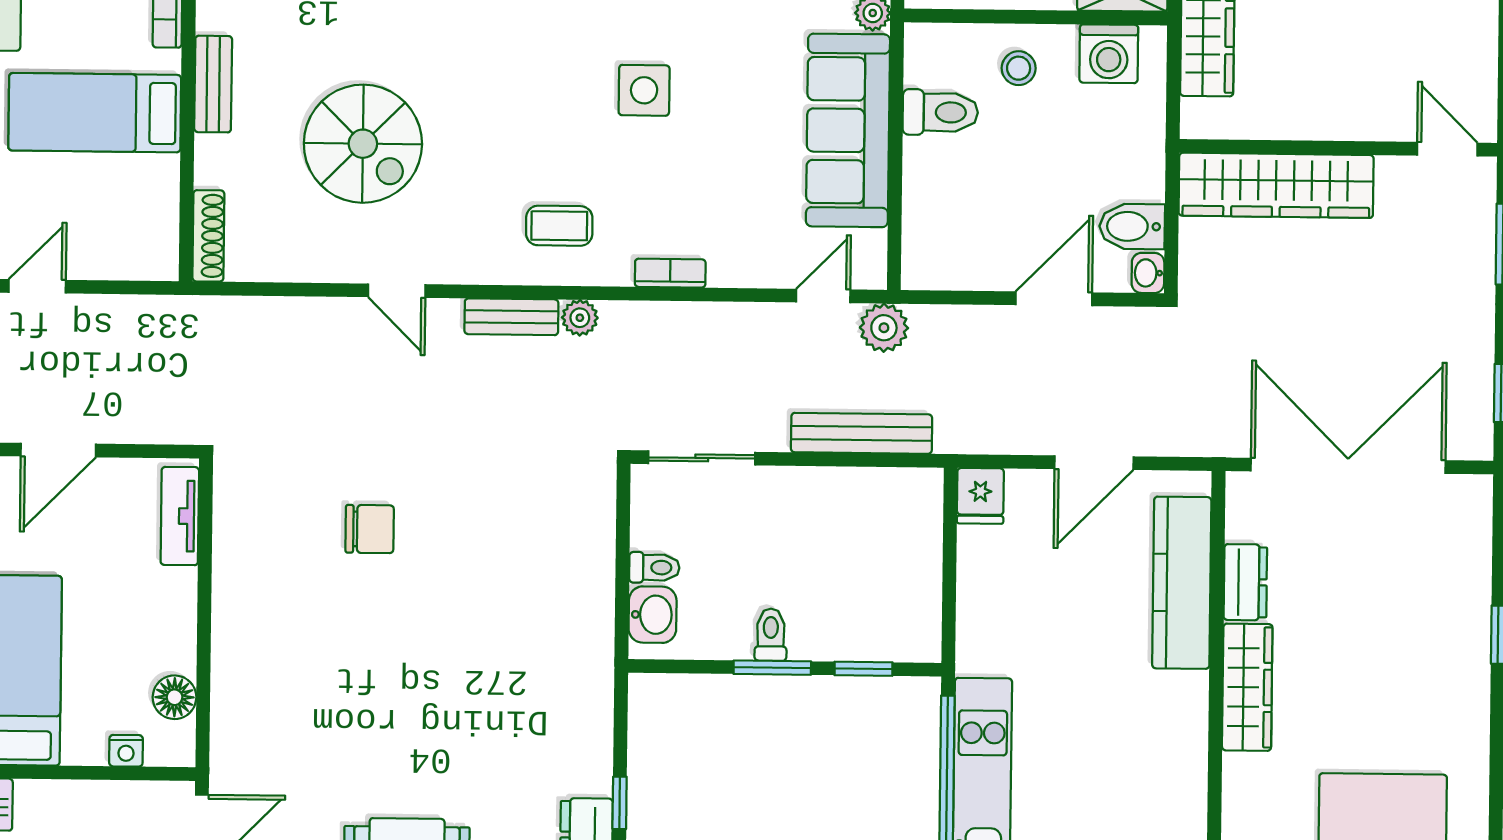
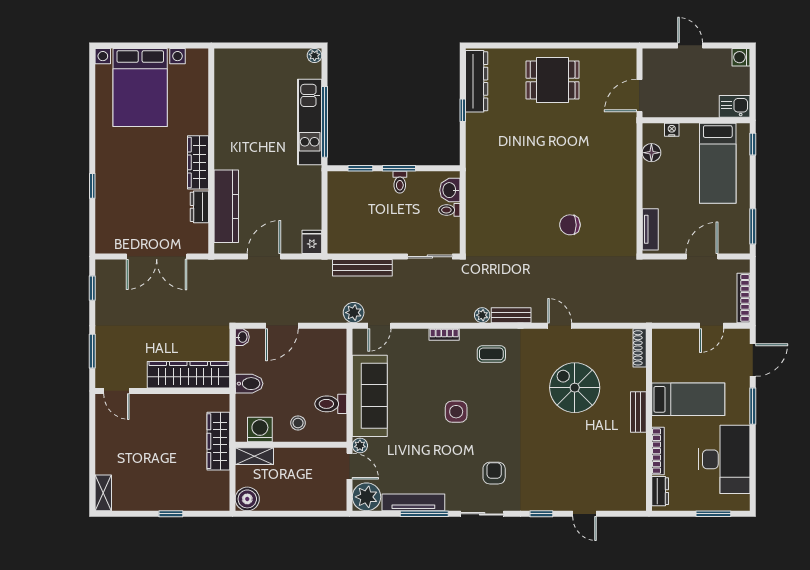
bidet: (1132, 226) -> (249, 384), moved
double door: (1348, 466) -> (157, 257), width x0.73

